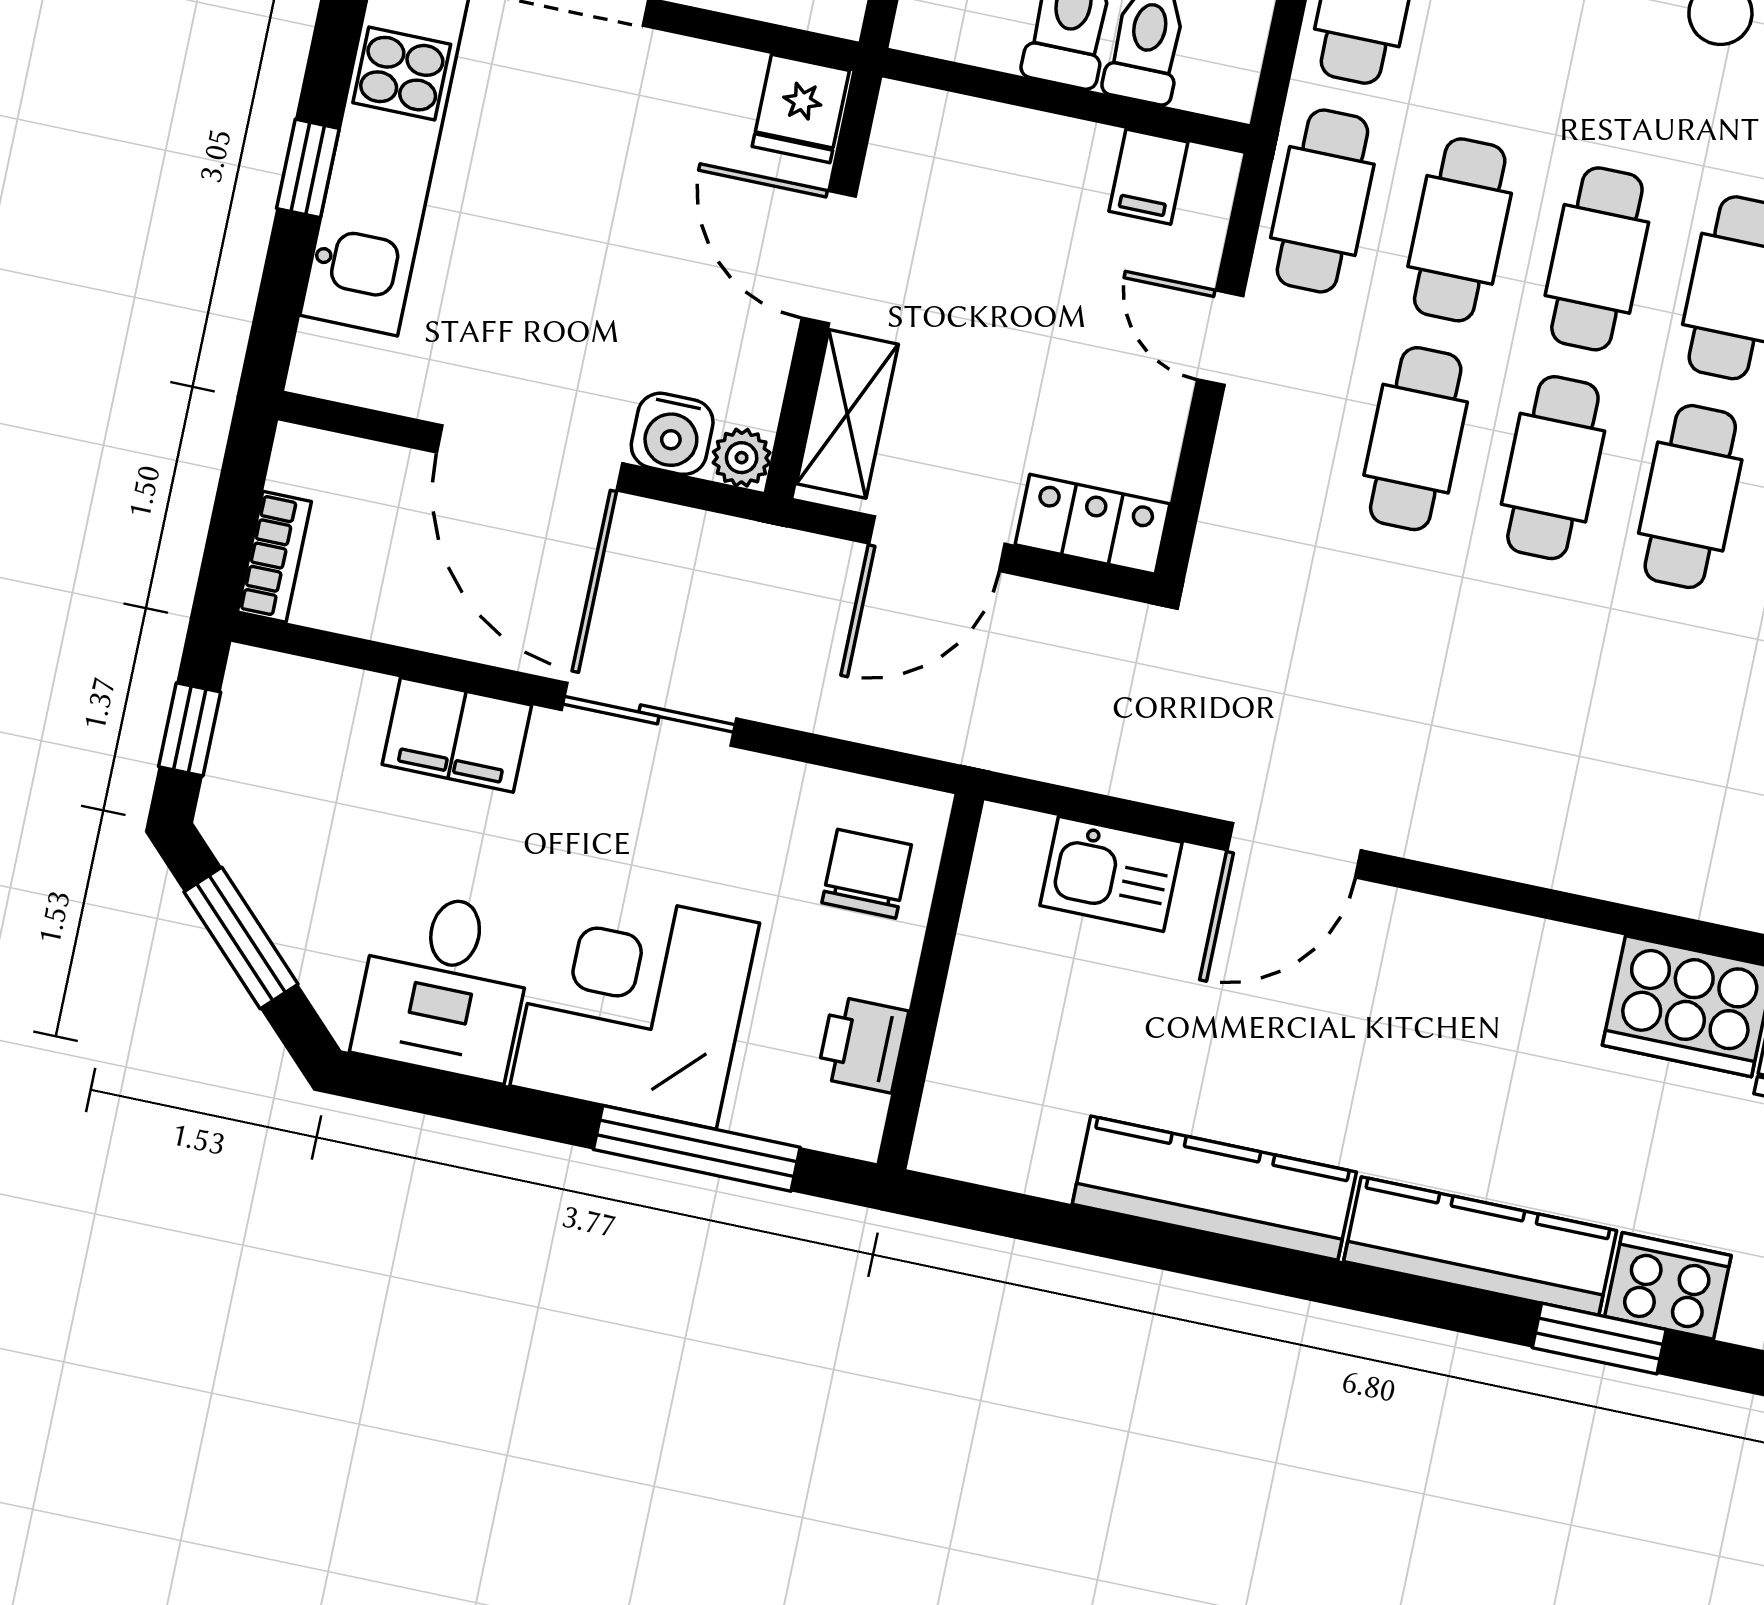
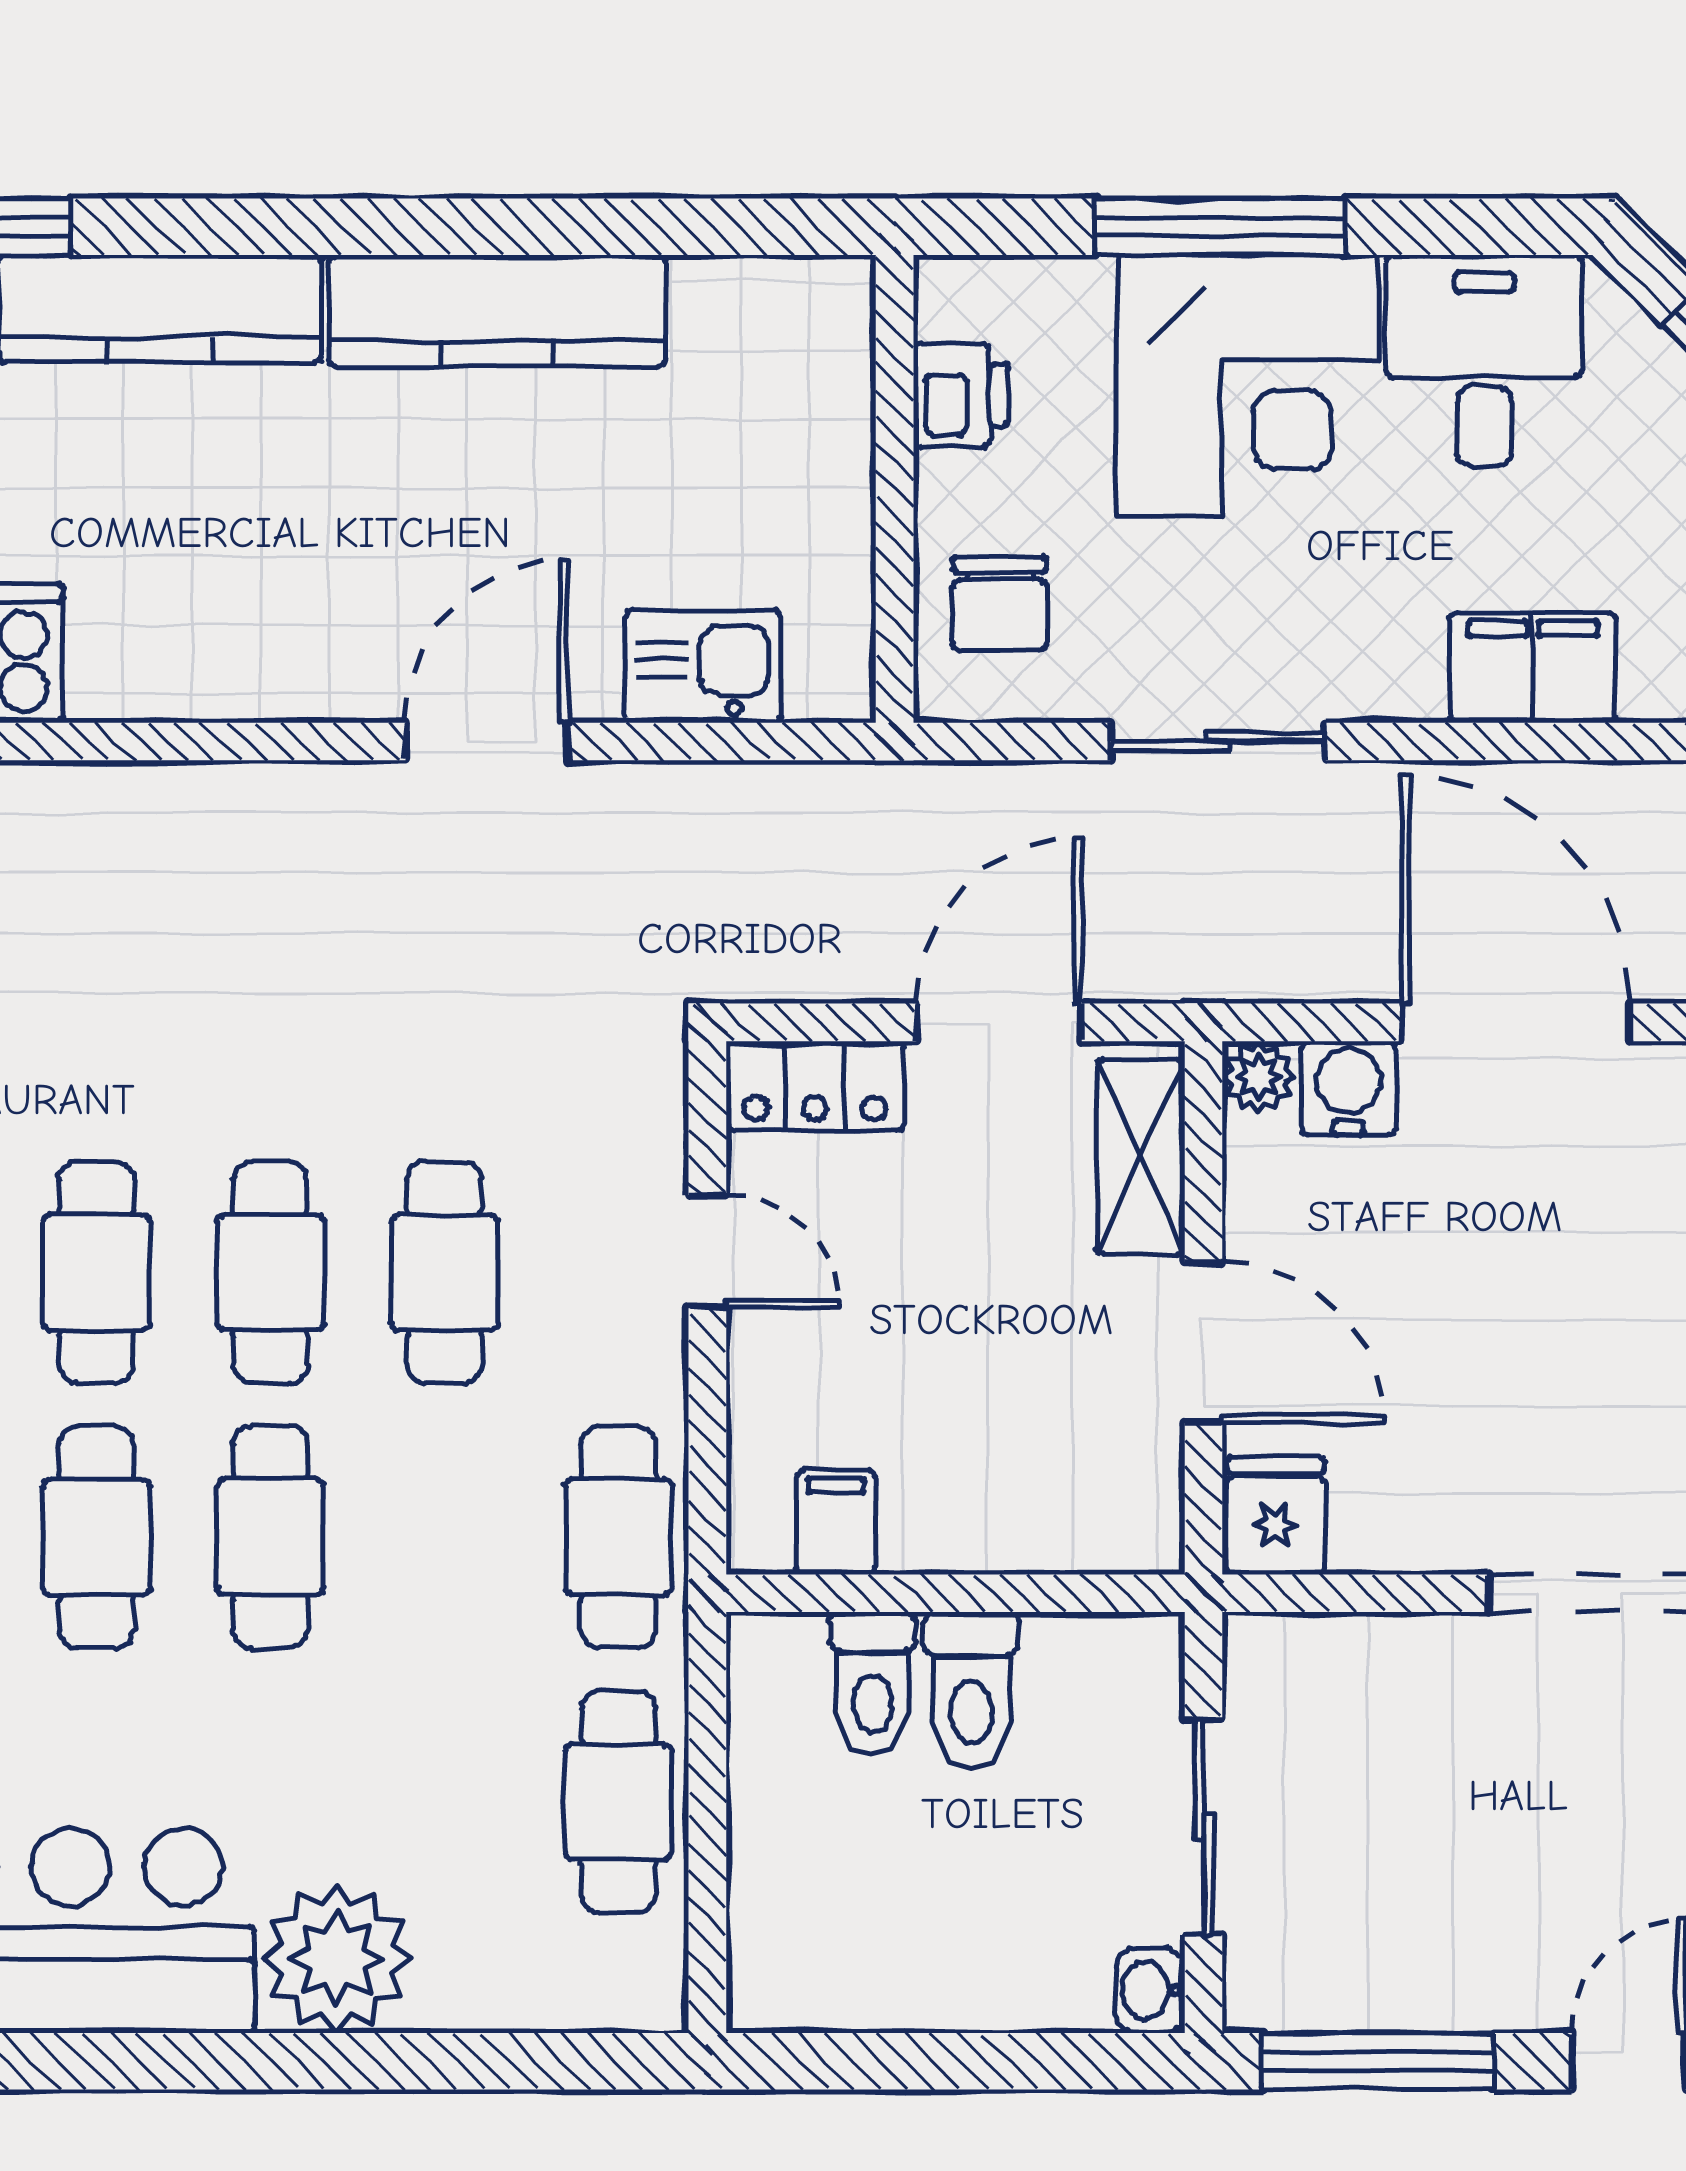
cafe table: (1460, 230) -> (444, 1537), removed
door: (1220, 338) -> (707, 1252), moved
sliding door: (649, 714) -> (1218, 742), moved
window: (697, 1148) -> (1220, 227), moved

